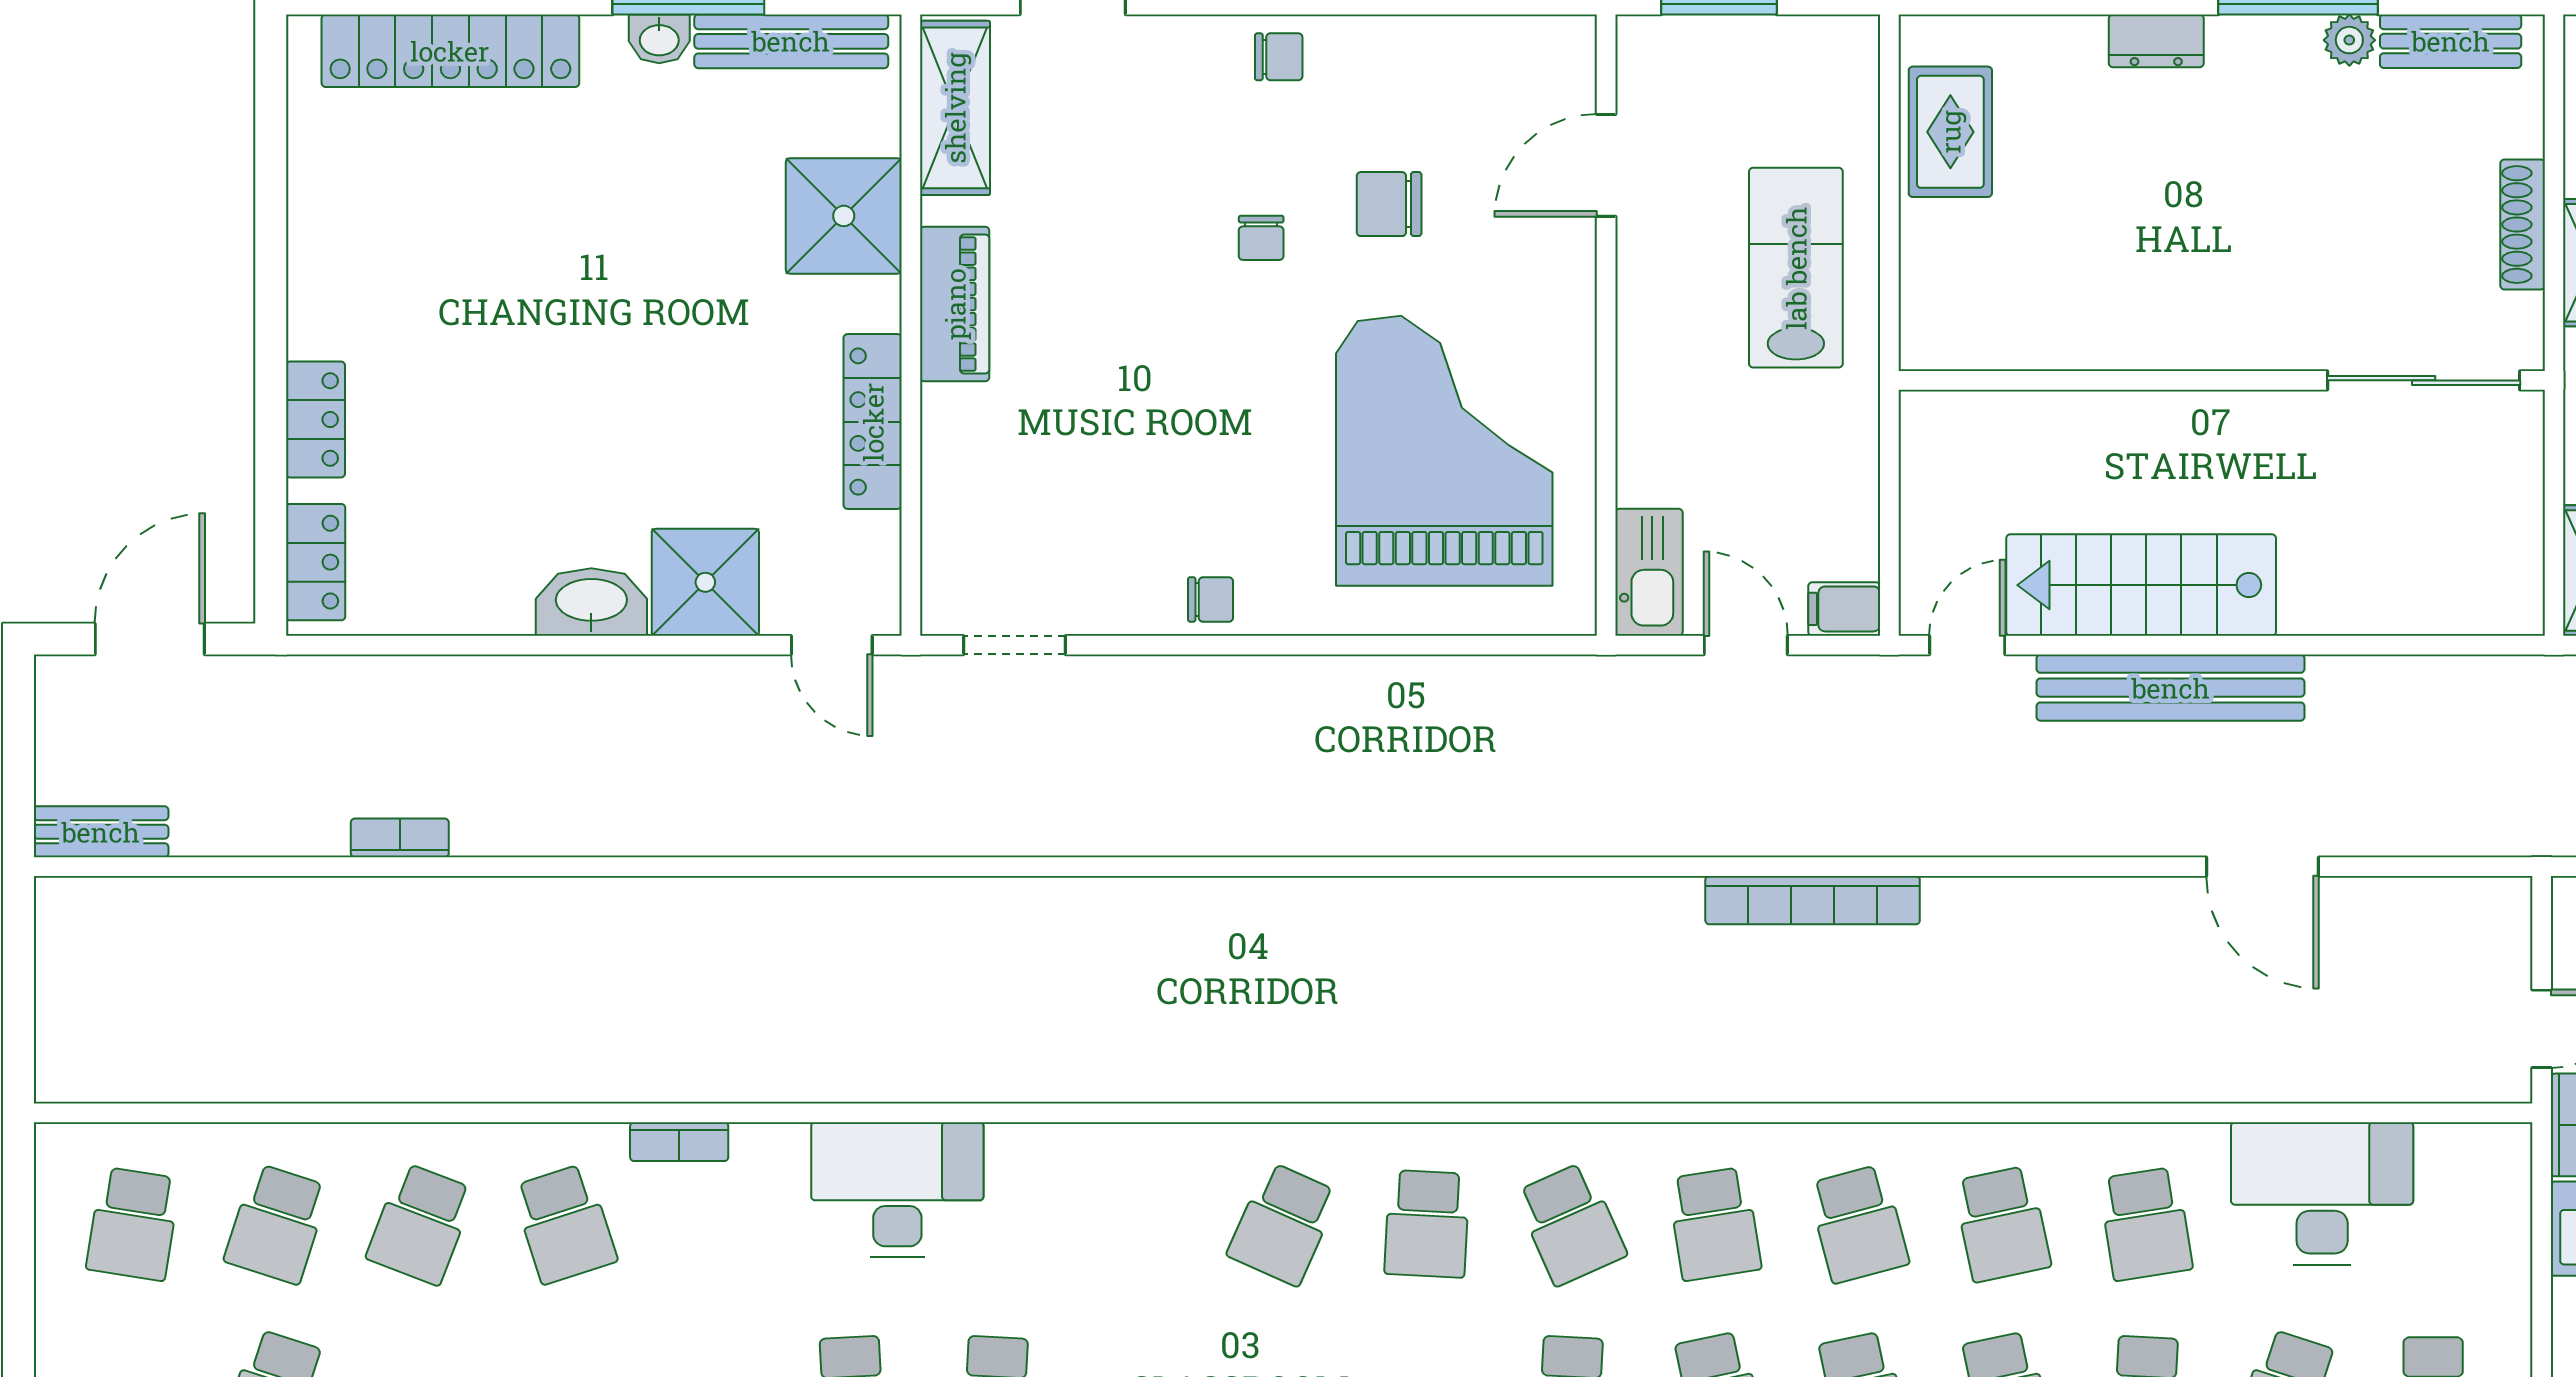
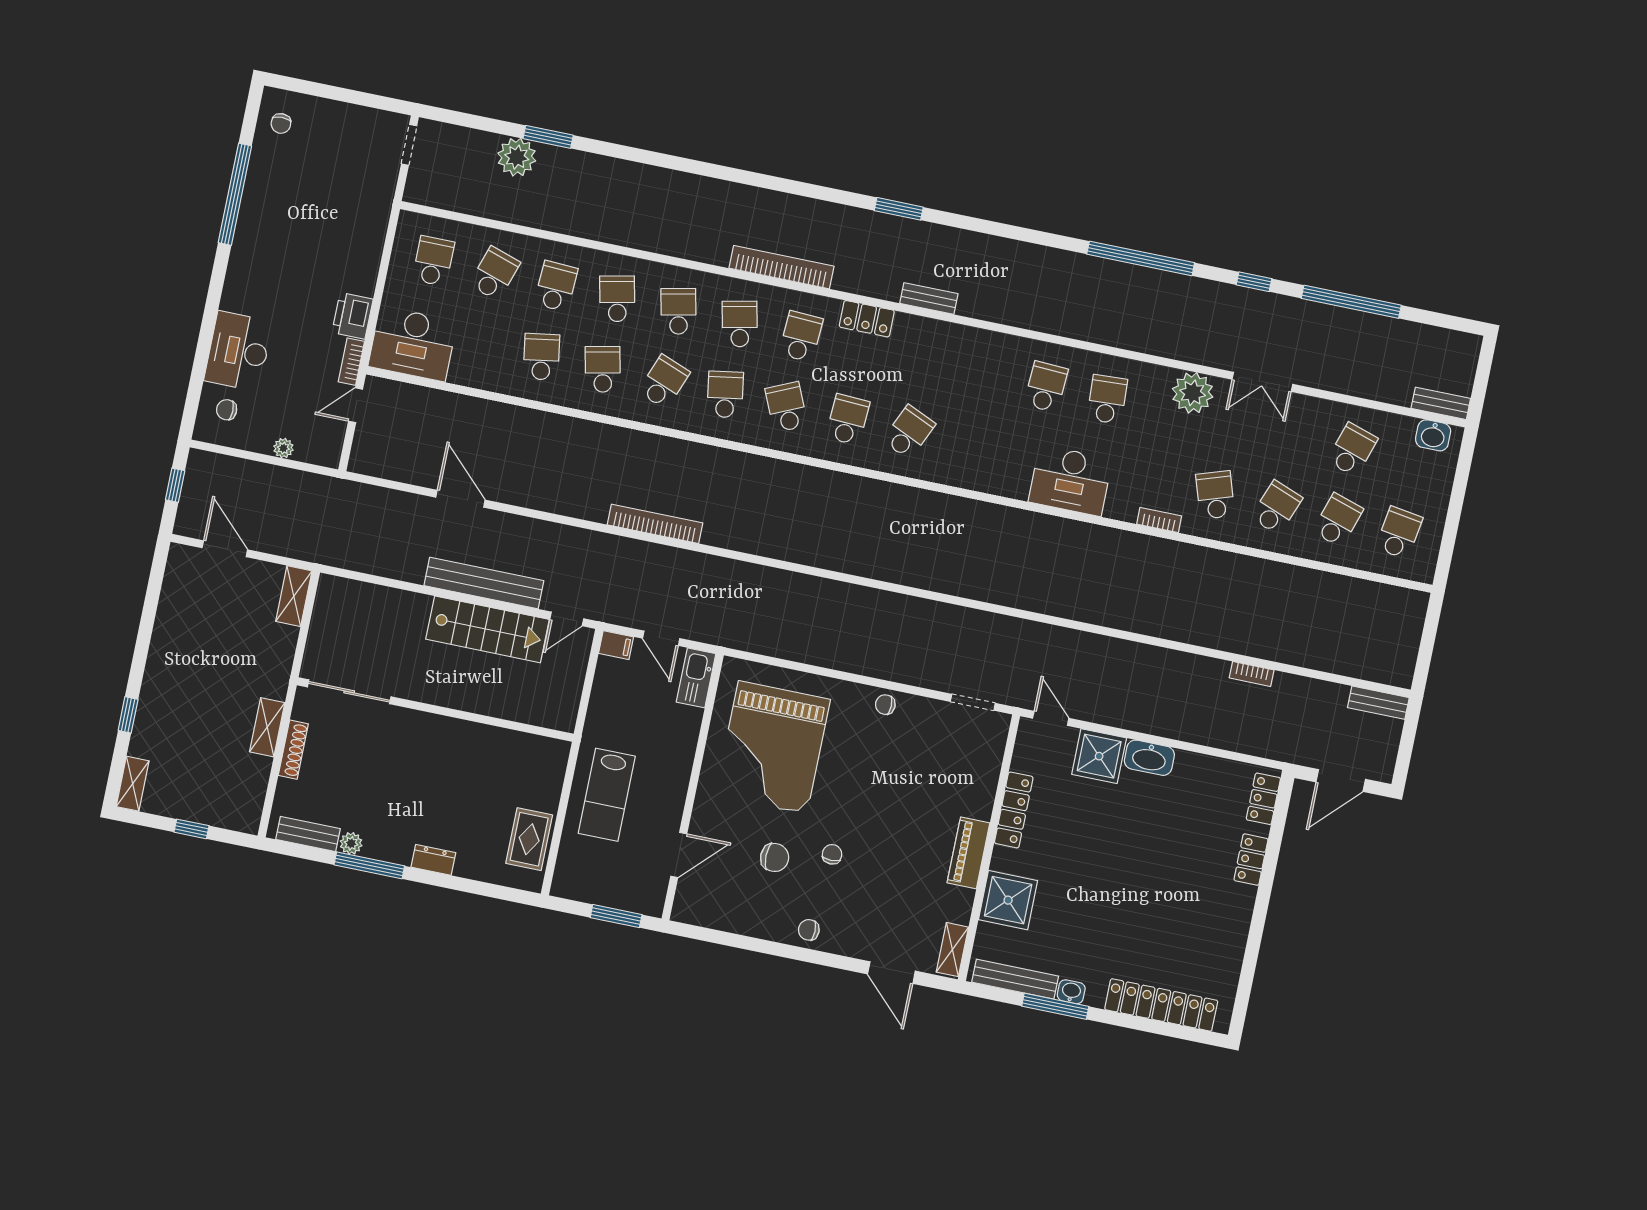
shelving: (955, 108) -> (952, 950), width x0.67, depth x0.75
desk: (2322, 1193) -> (413, 344), moved
school desk: (1858, 1224) -> (664, 382), turned 36

